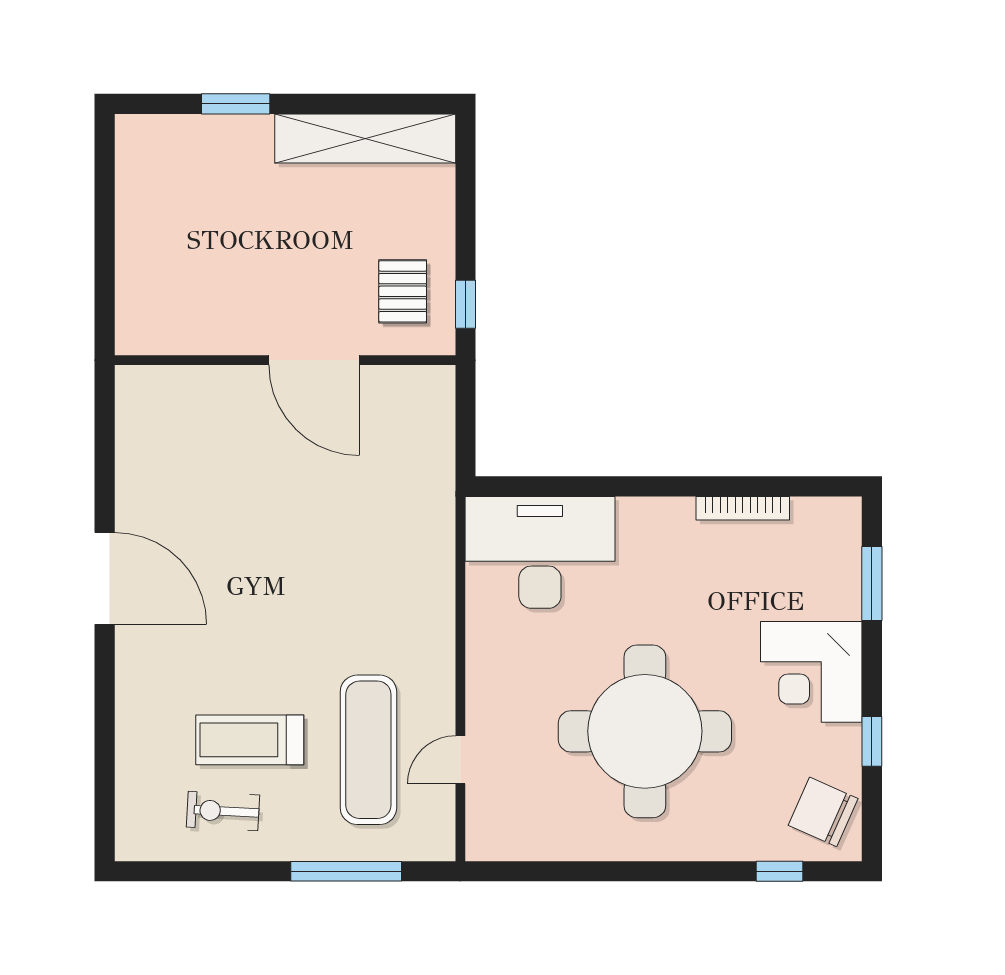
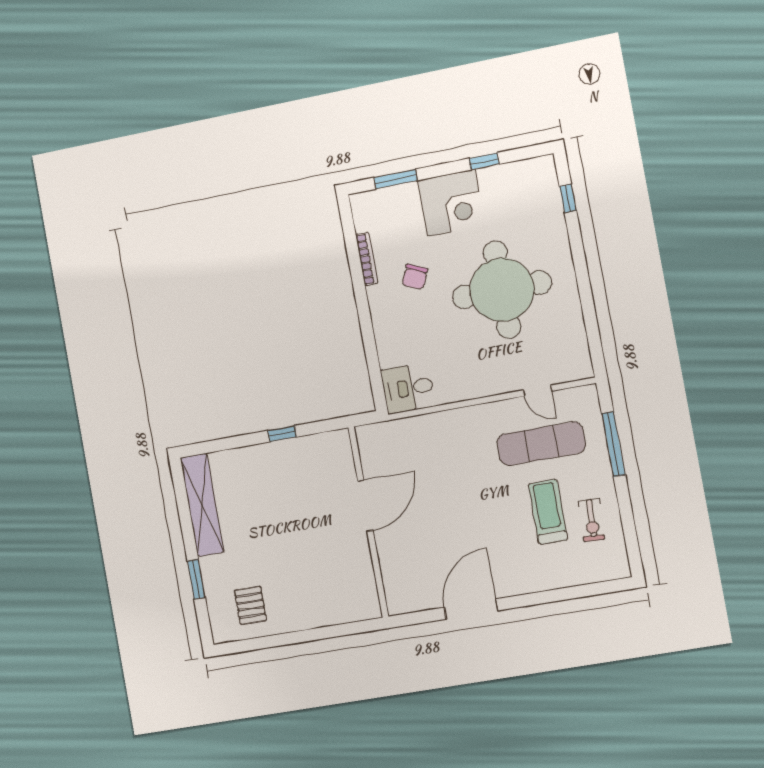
pallet: (403, 291) -> (250, 605), moved, turned 90
wall: (285, 360) -> (368, 522), moved
door: (314, 360) -> (365, 506), moved
desk: (540, 552) -> (408, 388), width x0.53, depth x0.77
treadmill: (250, 740) -> (548, 512), turned 180
chair: (823, 812) -> (415, 277), moved, width x0.73, depth x0.73

